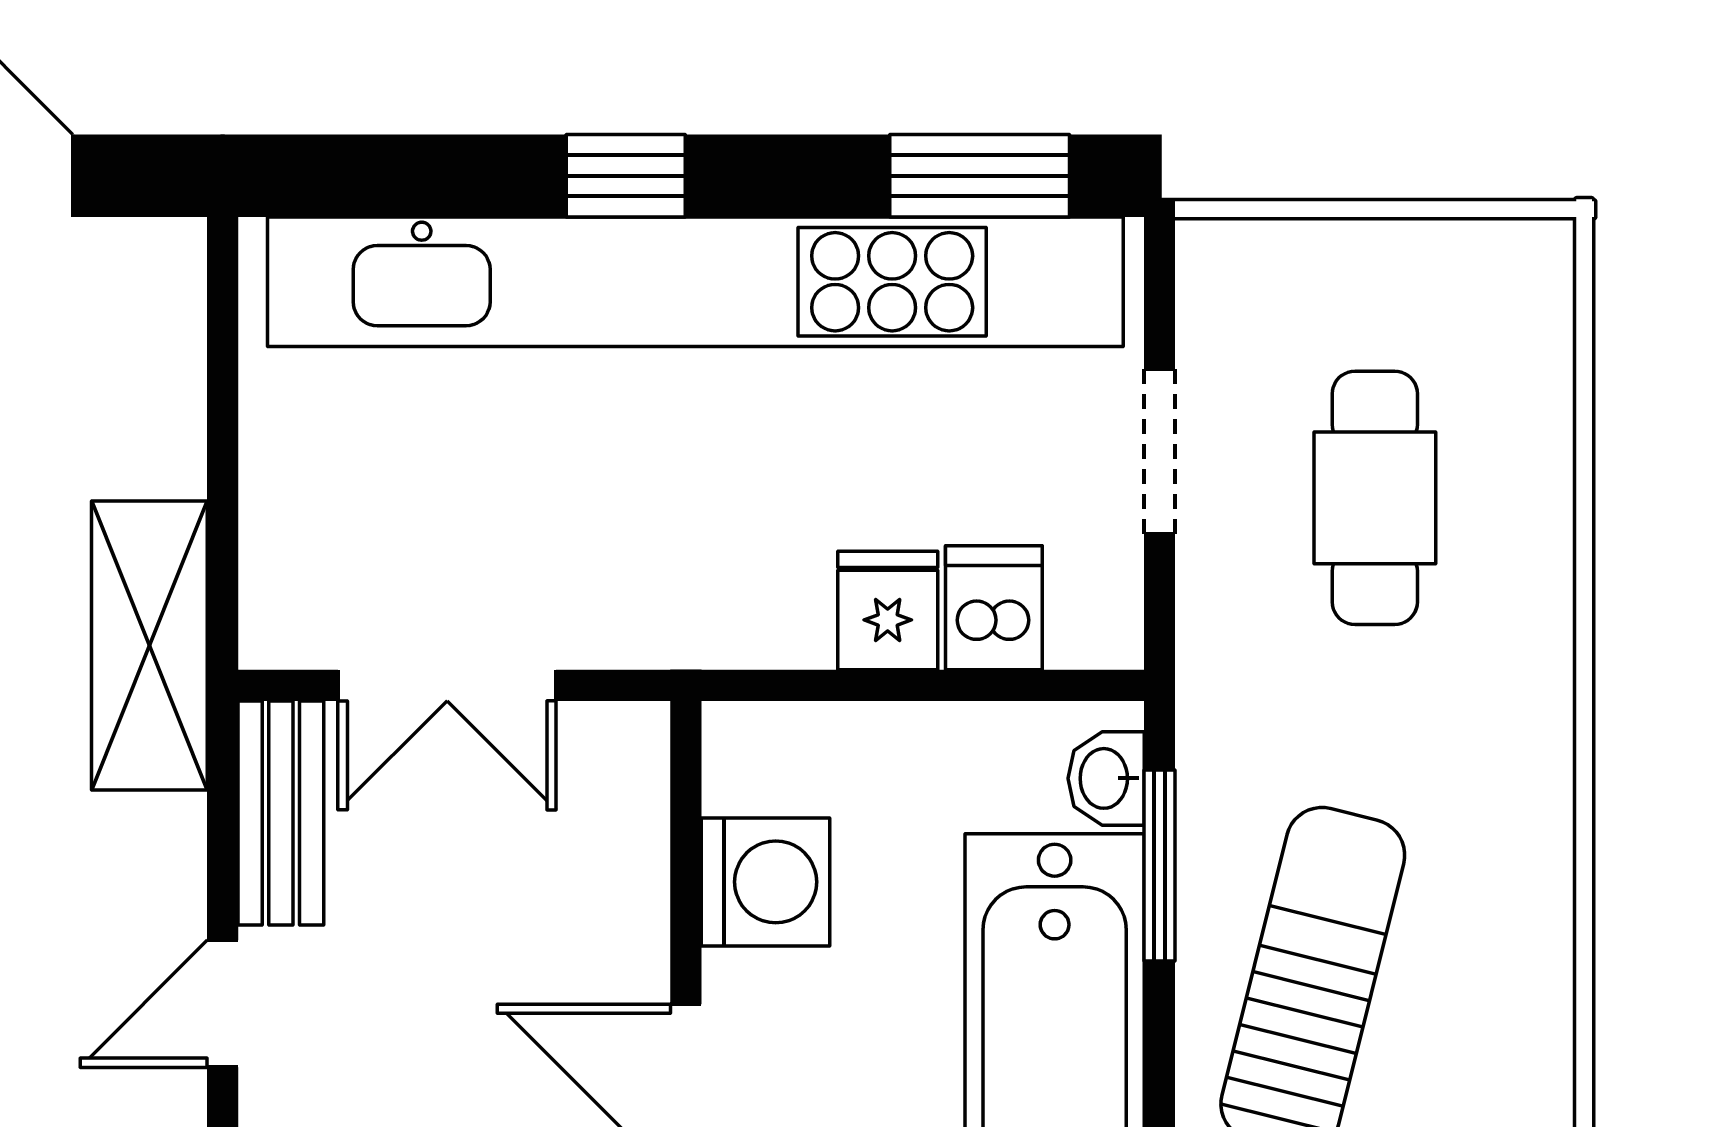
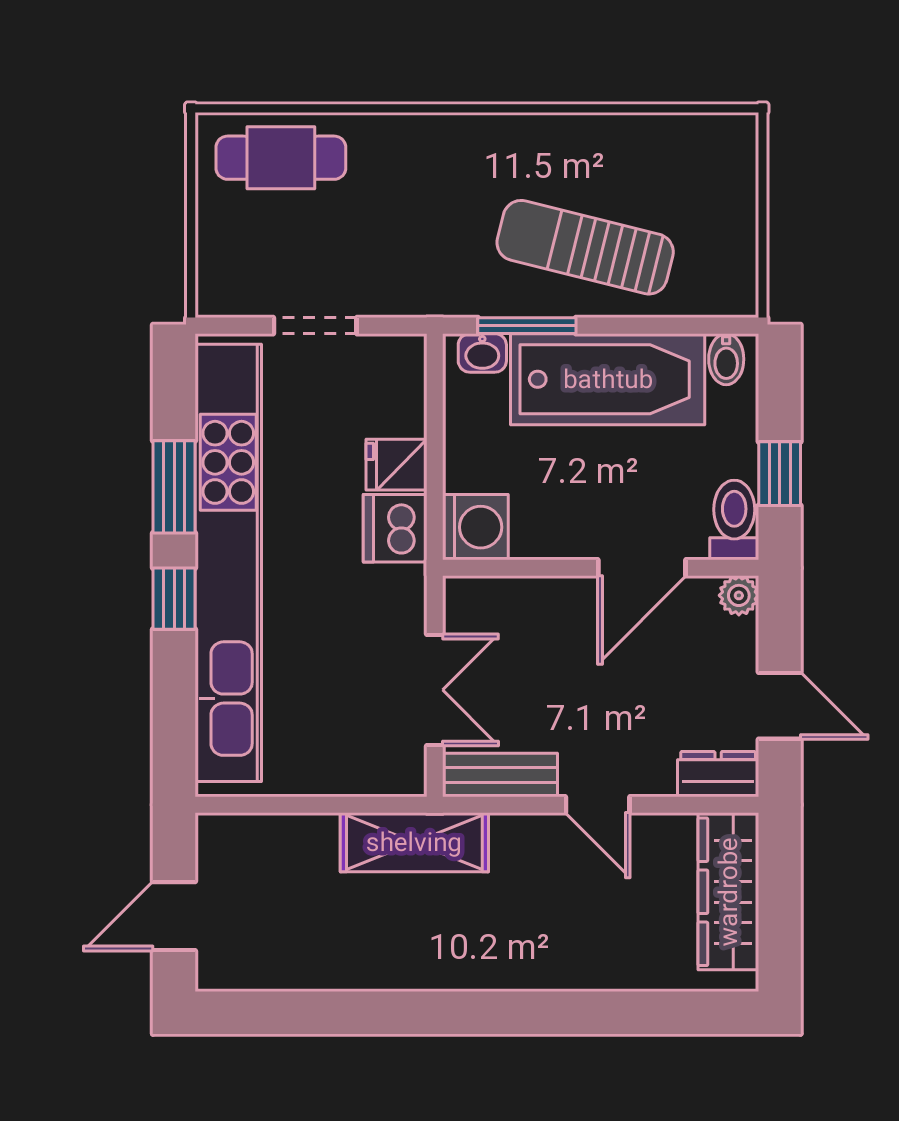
window: (980, 176) -> (174, 487), moved
cafe table: (1375, 498) -> (281, 158), moved
dishwasher: (994, 608) -> (395, 528), moved, width x1.38
washing machine: (765, 882) -> (475, 527), moved, turned 90

